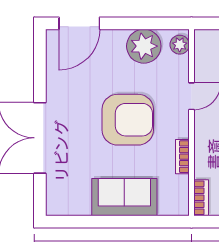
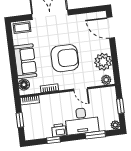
armchair: (128, 120) -> (65, 58), turned -90
coffee table: (58, 195) -> (22, 28), added
floor lamp: (169, 205) -> (24, 85), added

